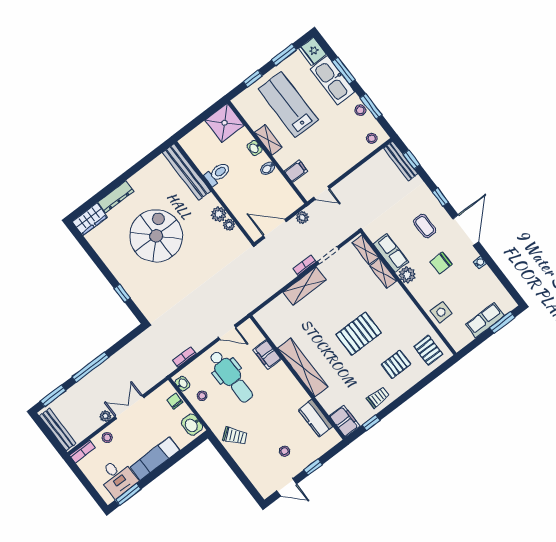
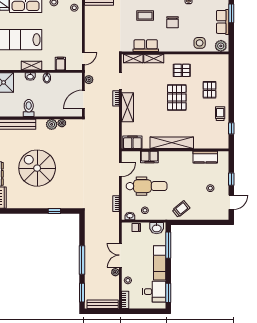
plant: (407, 275) -> (221, 46), moved
pallet: (428, 350) -> (182, 70), moved
filing cabinet: (345, 421) -> (132, 142), moved
window: (183, 453) -> (168, 245), added

